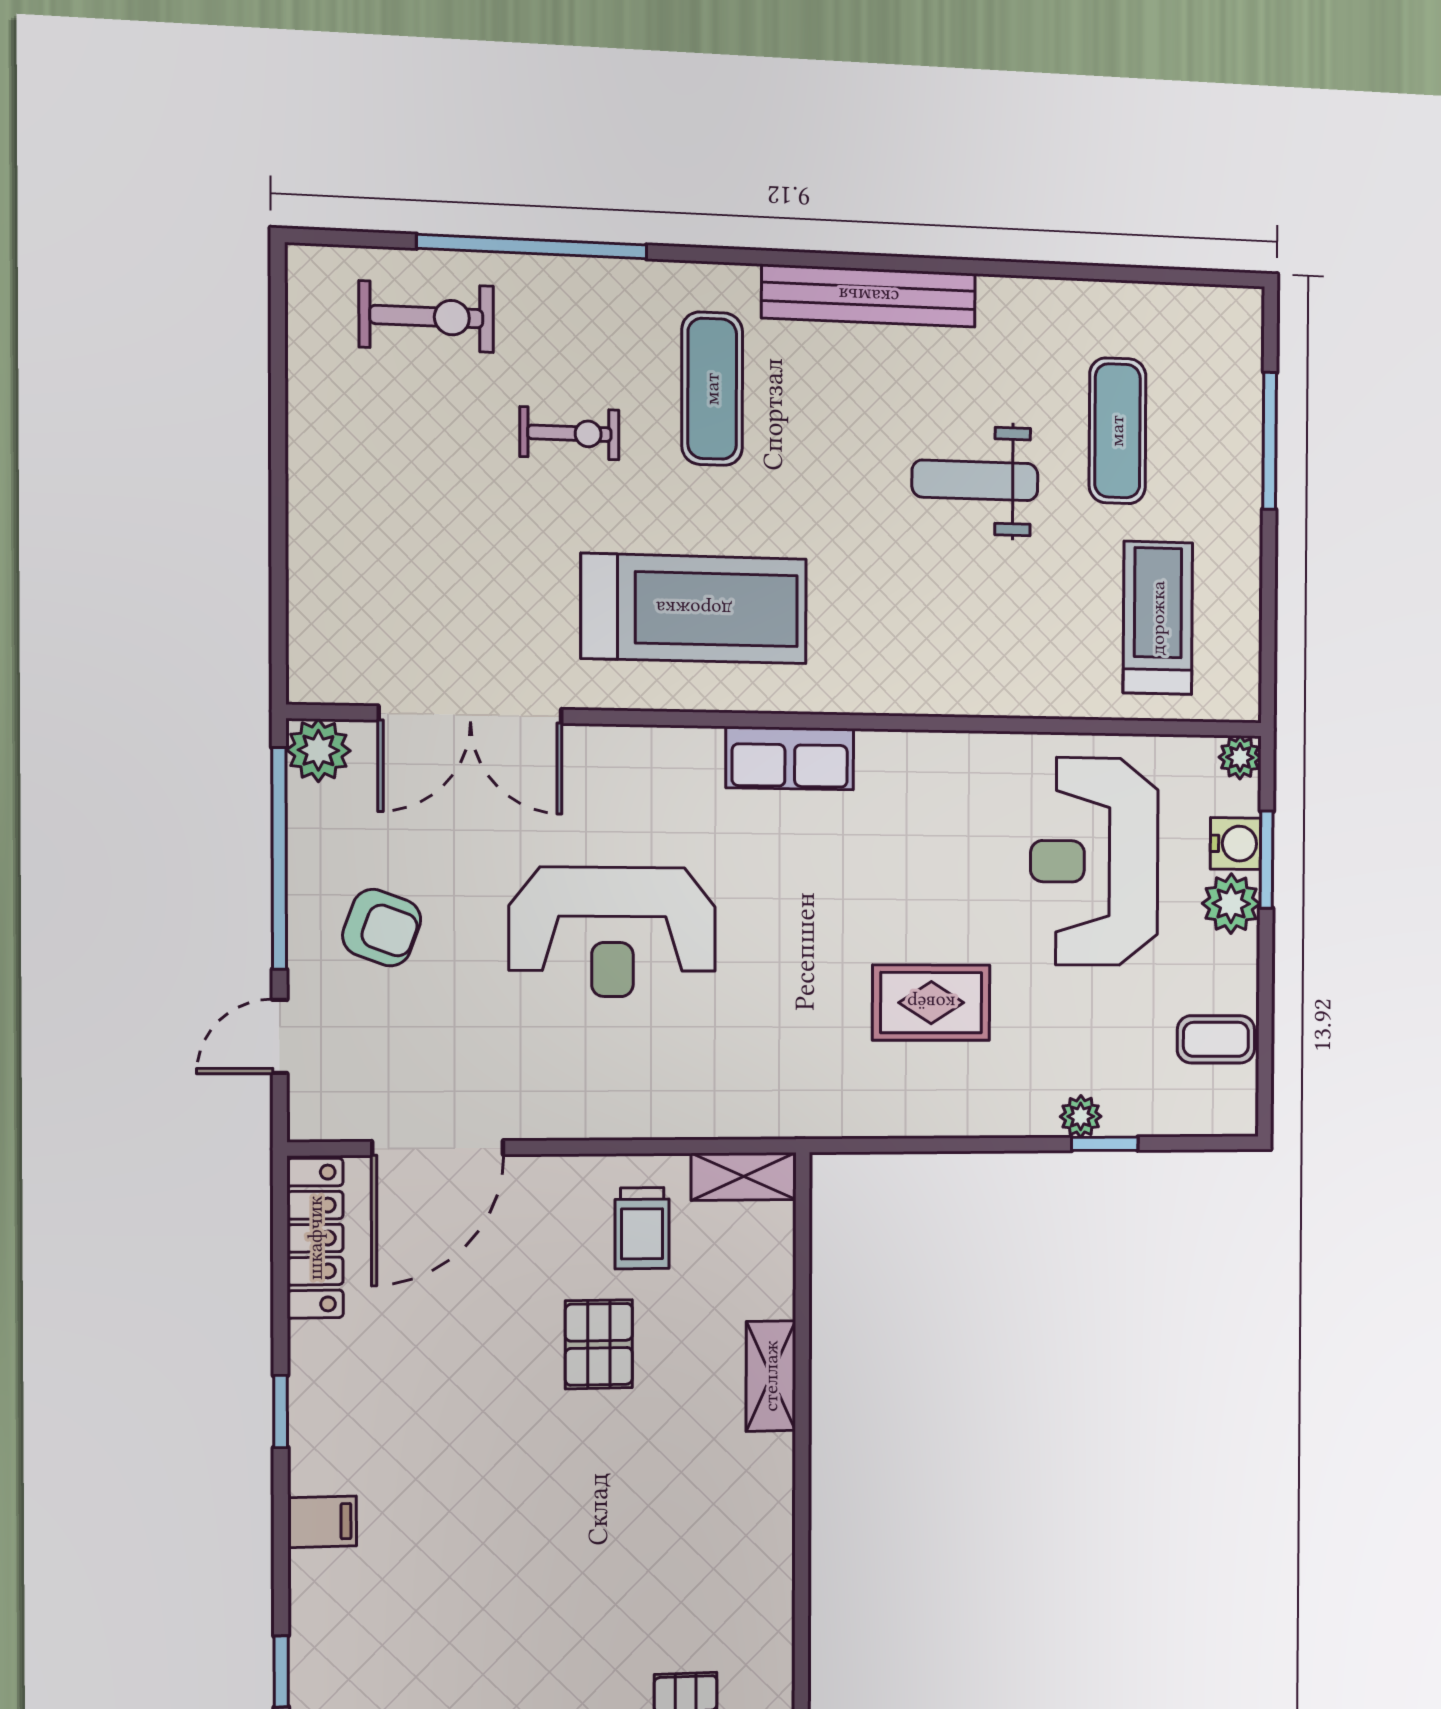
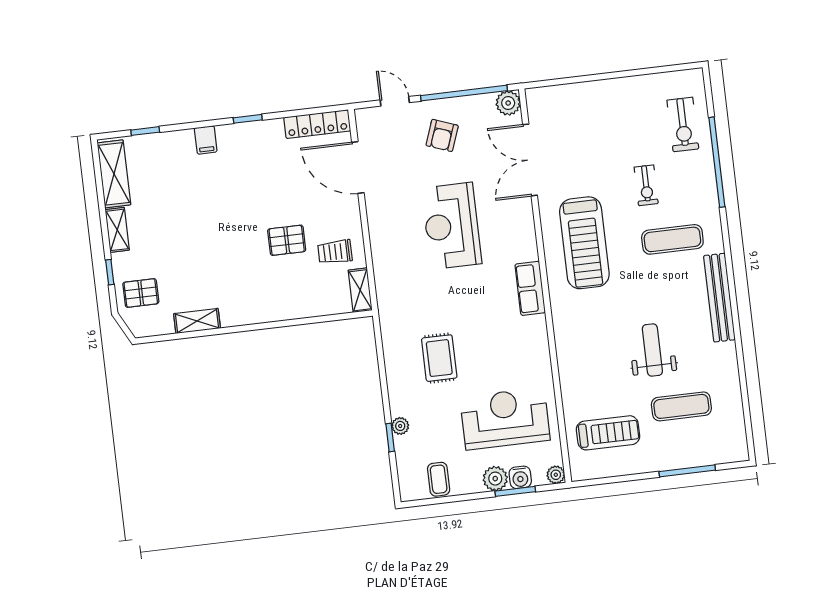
shelving: (771, 1376) -> (197, 321), moved

